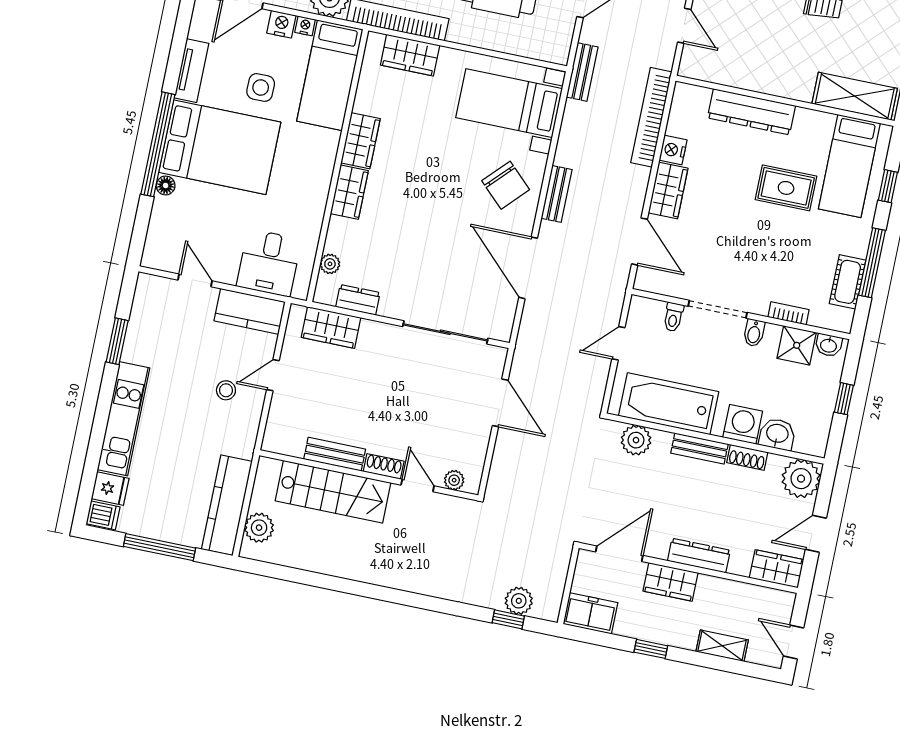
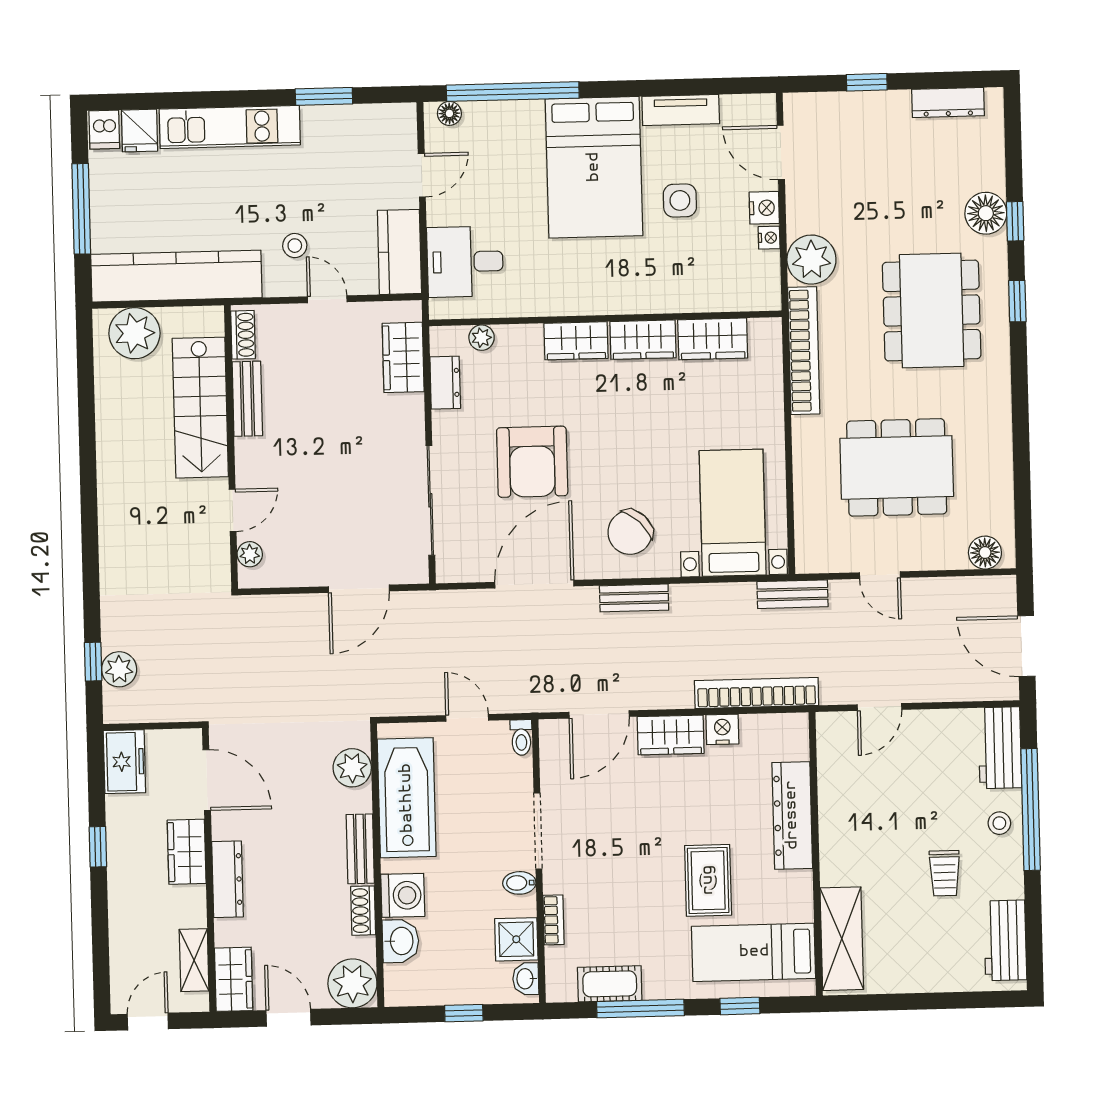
wardrobe: (410, 55) -> (713, 339), moved, turned -90
bed: (330, 75) -> (715, 283), removed
window: (158, 144) -> (513, 92), moved
floor lamp: (166, 185) -> (449, 113), moved
armchair: (434, 247) -> (532, 462), added
toilet: (673, 317) -> (521, 738), moved, turned -90
shoe rack: (384, 466) -> (243, 335), moved
kitchen counter: (227, 505) -> (176, 276), width x1.39, depth x1.17
plant: (259, 528) -> (134, 333), width x1.36, depth x1.36
shelving: (722, 646) -> (194, 960), moved

